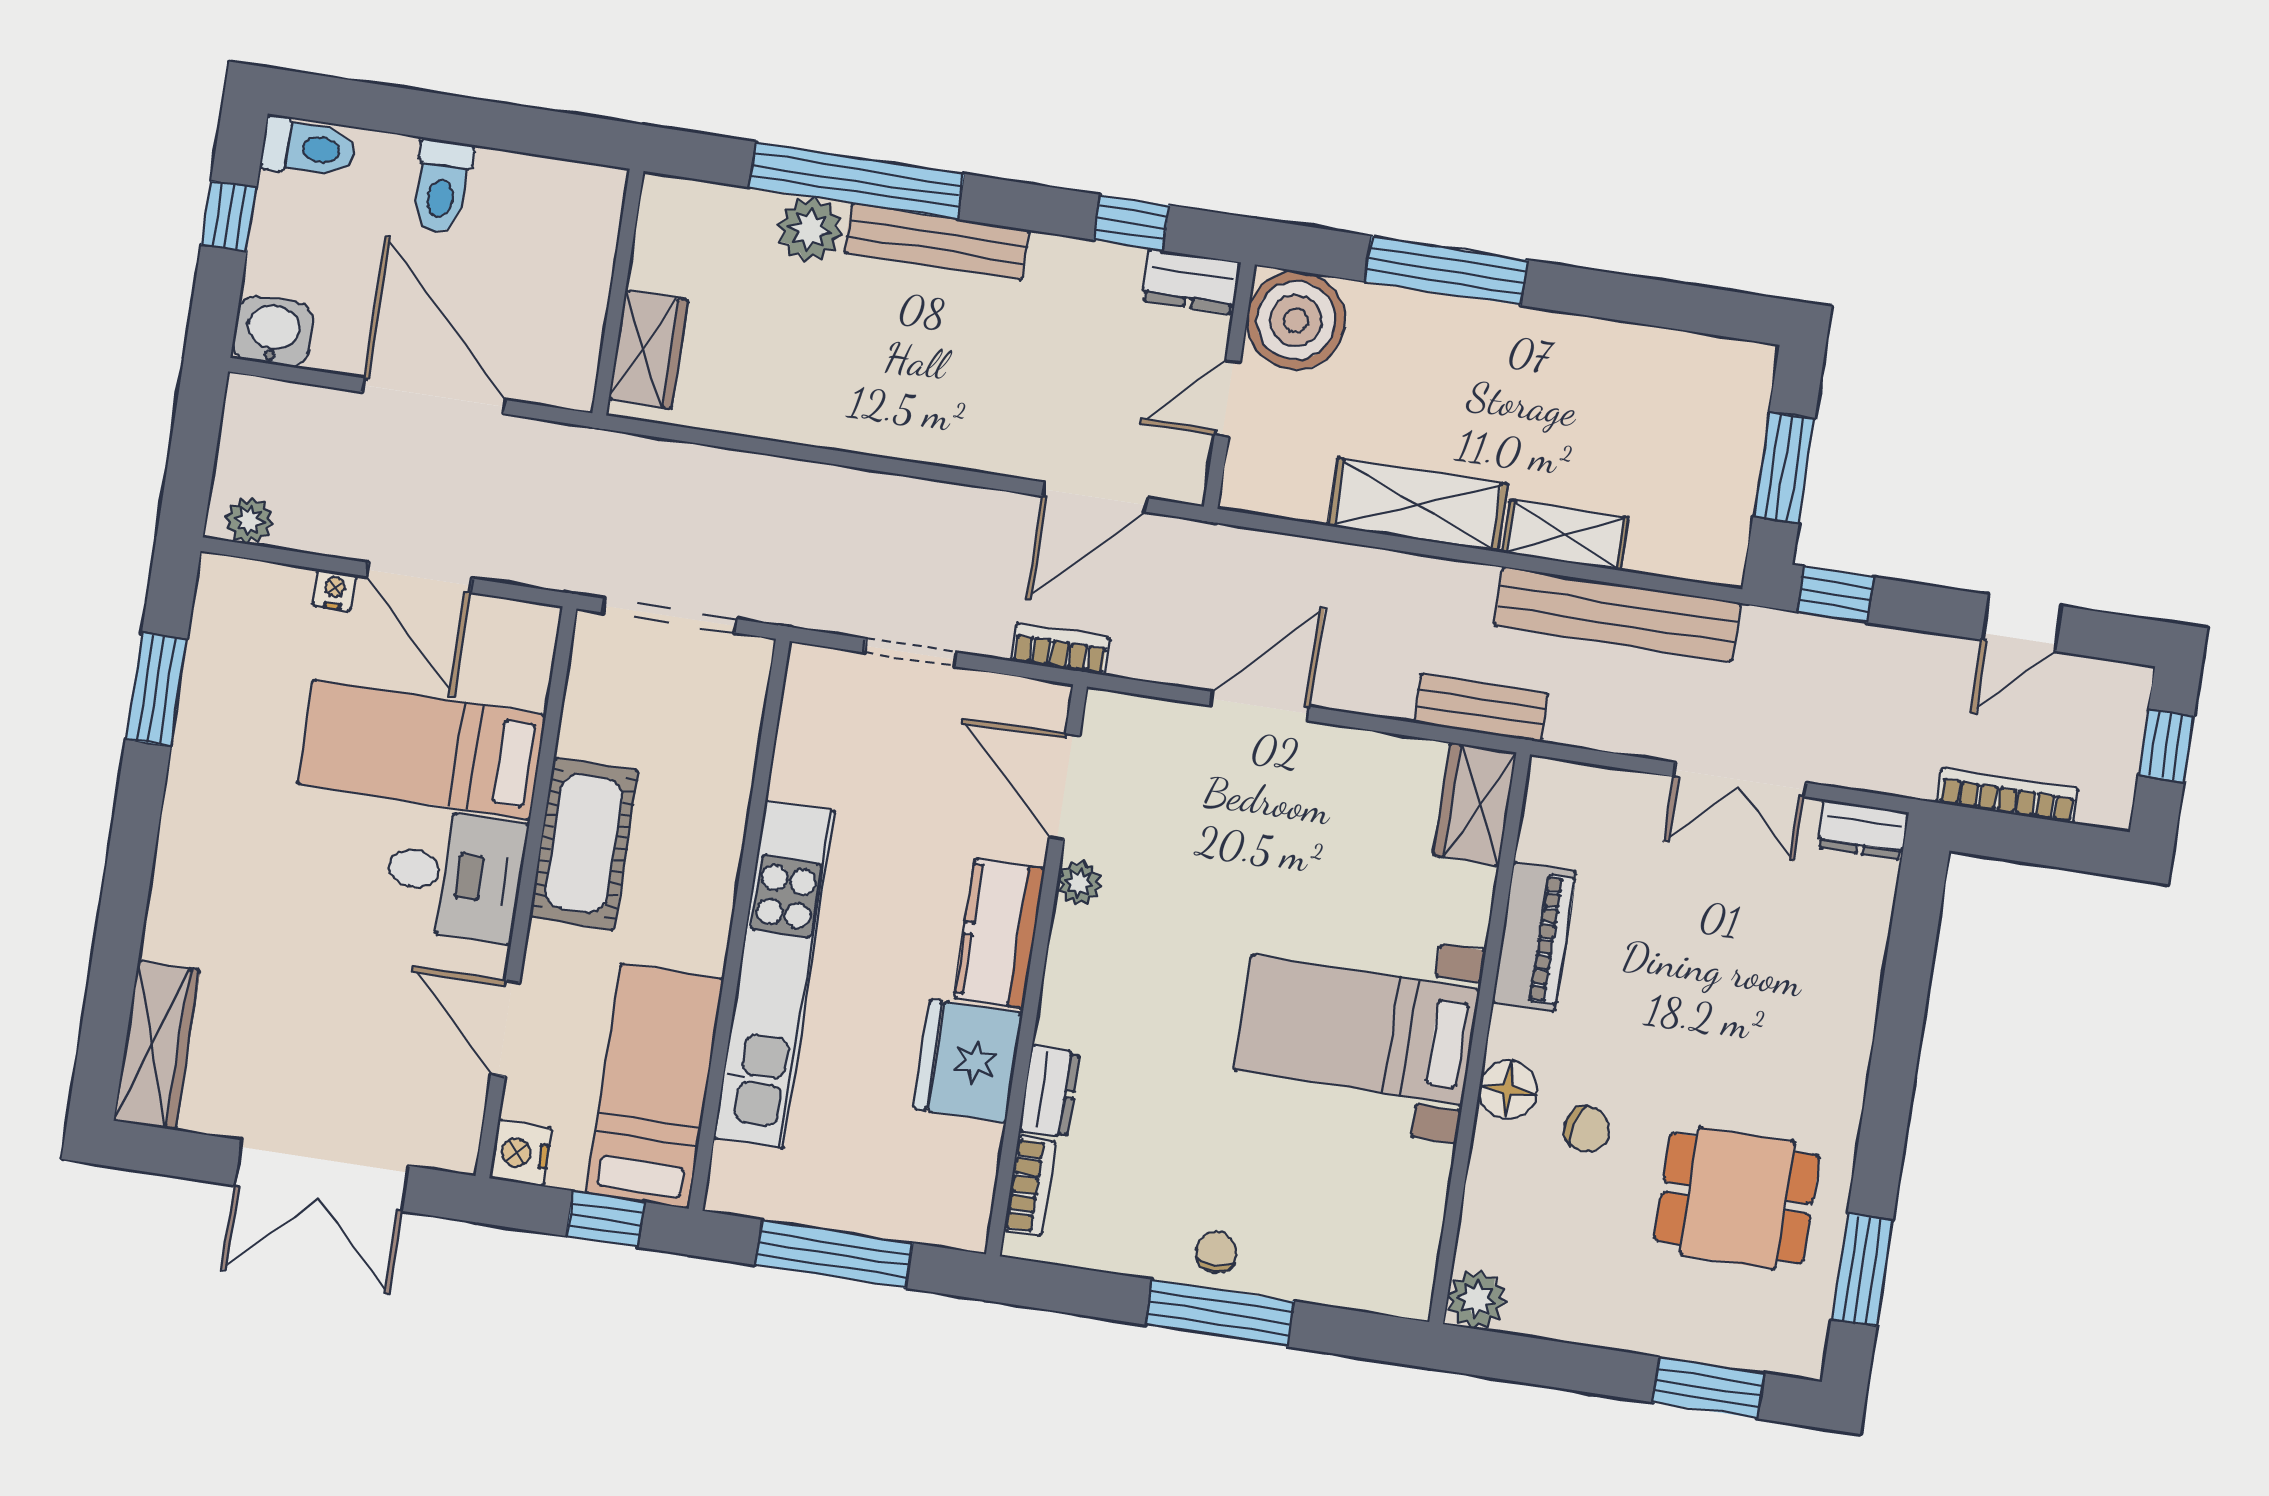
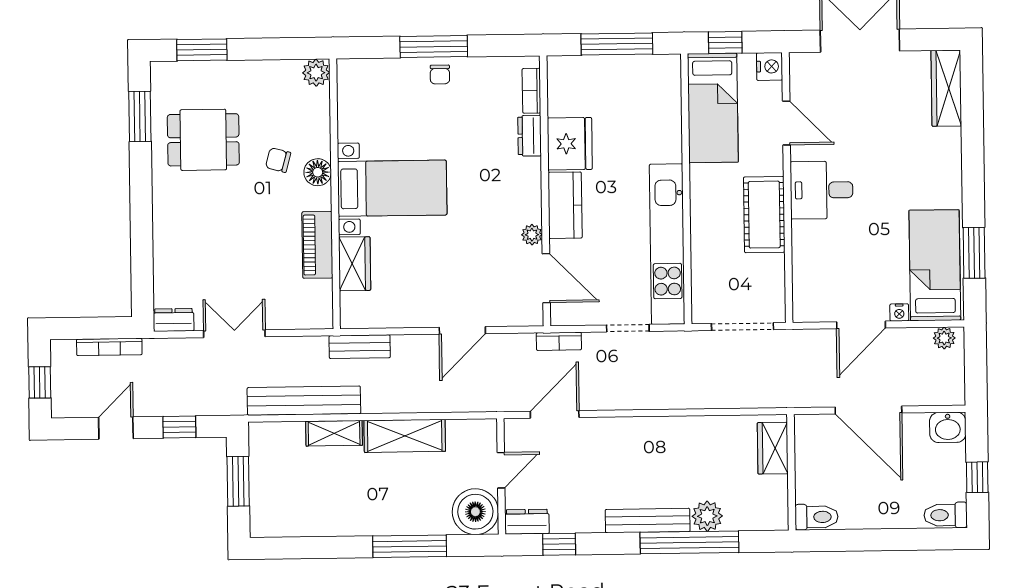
toilet: (442, 186) -> (816, 517), moved, turned 90
door: (419, 577) -> (861, 325), swing flipped
window: (1835, 594) -> (179, 427), moved
bed: (422, 749) -> (935, 265), moved, turned -90
wardrobe: (1475, 804) -> (355, 264), moved
kitchen unit: (774, 974) -> (667, 244), moved

